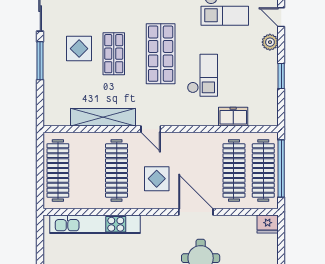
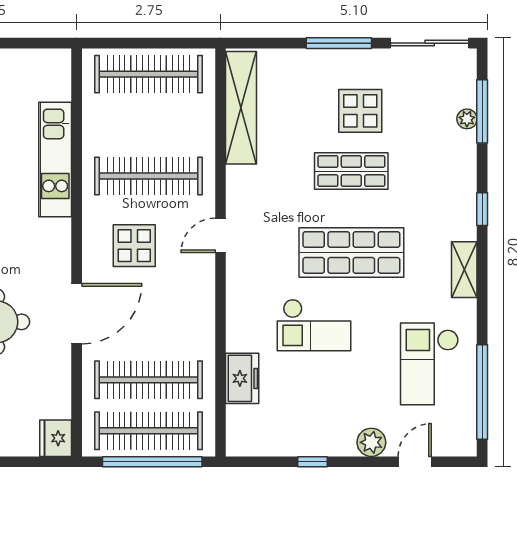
window: (281, 76) -> (313, 462), width x0.67
shelving: (103, 117) -> (241, 108), moved
kitchen unit: (95, 224) -> (55, 160), width x0.73

